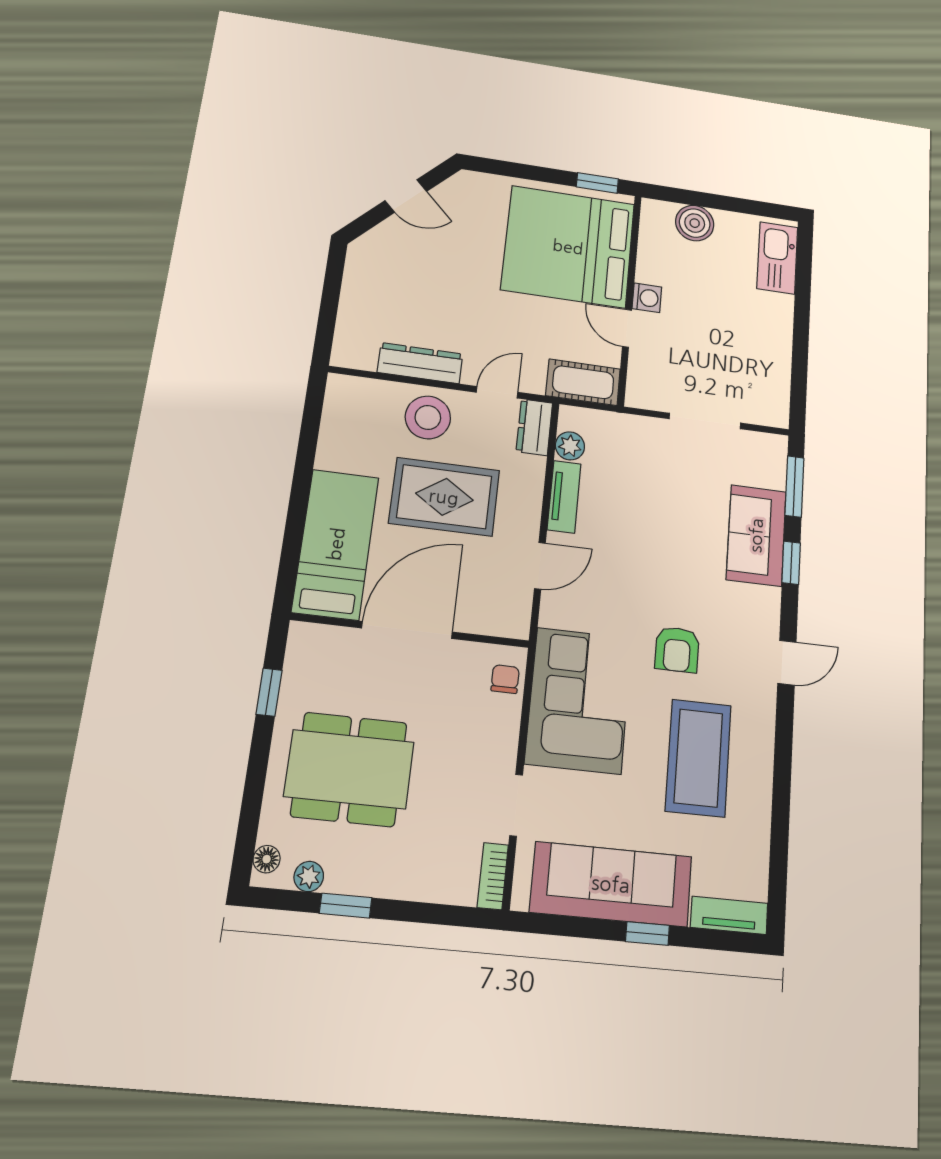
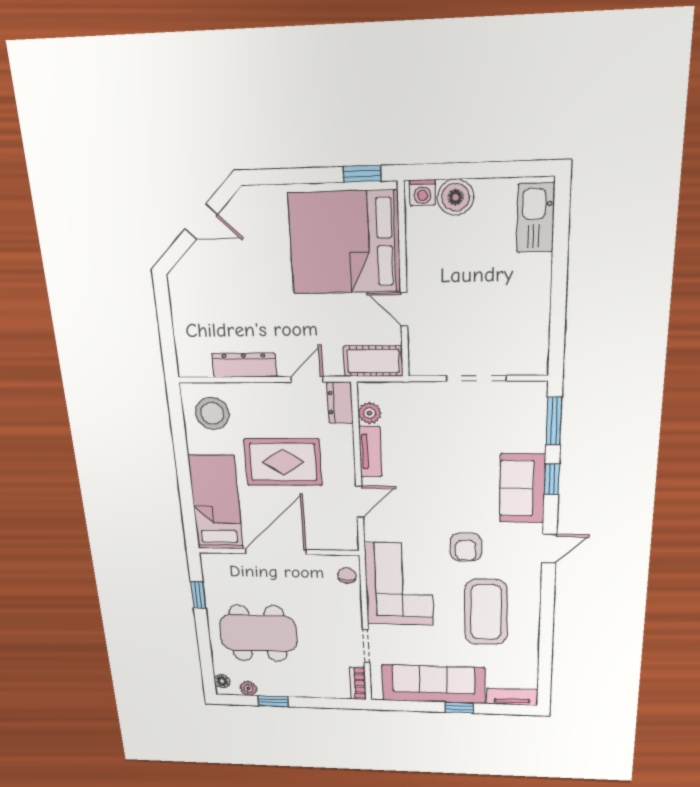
washing machine: (647, 298) -> (422, 193), moved, turned 90
stool: (428, 417) -> (212, 413), moved
sofa: (756, 535) -> (522, 488), moved

